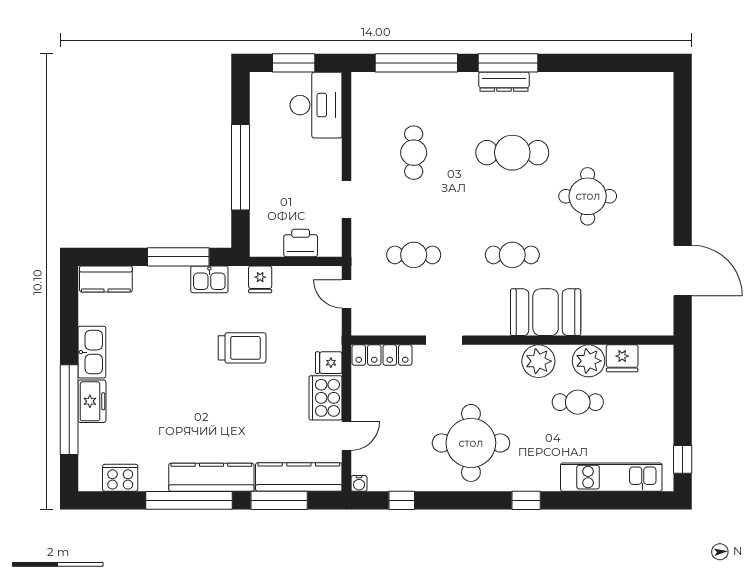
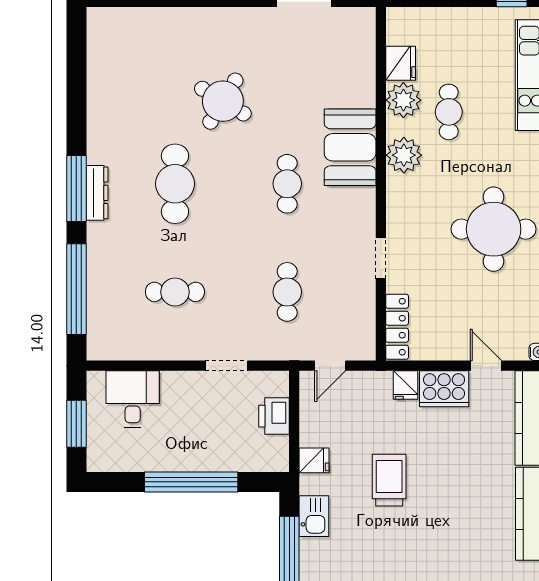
desk: (316, 105) -> (133, 399), width x0.73
round table: (588, 196) -> (223, 101), turned 31

